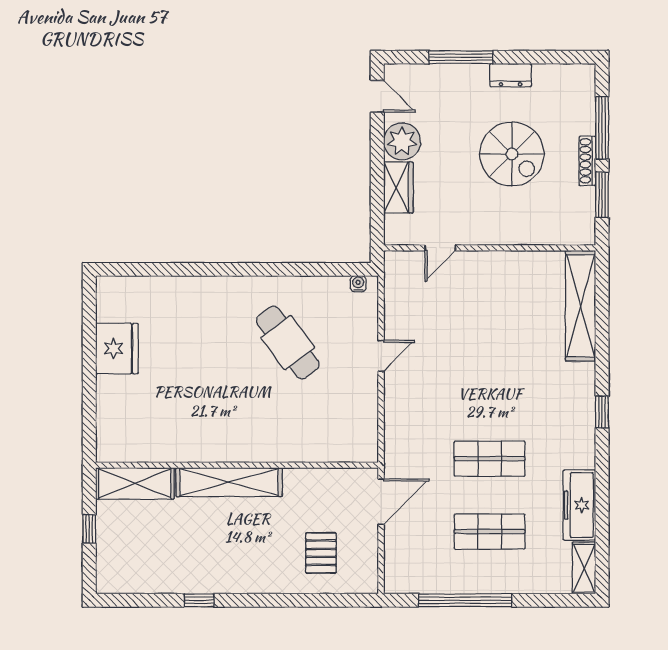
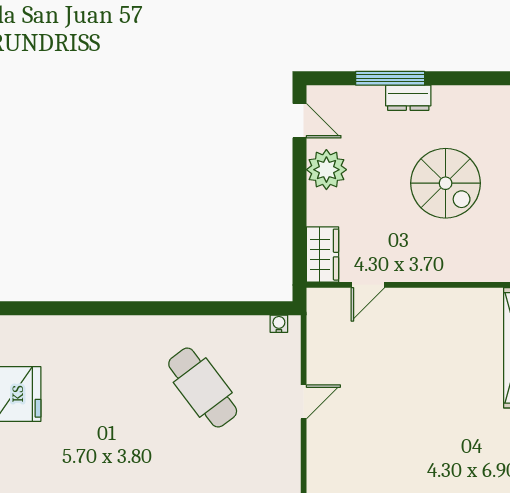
dresser: (510, 75) -> (408, 98), moved
wardrobe: (398, 188) -> (322, 255), moved

